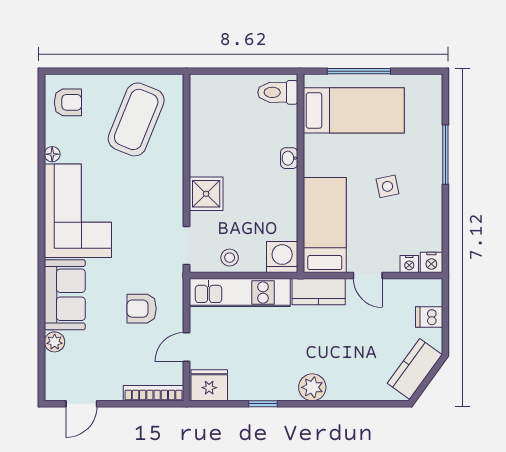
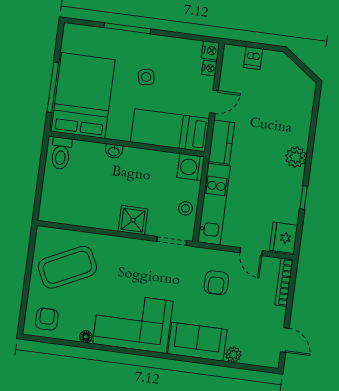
bed: (354, 110) -> (83, 96), width x1.50
coffee table: (136, 119) -> (67, 267), turned -48
kitchen counter: (415, 369) -> (292, 75), removed

